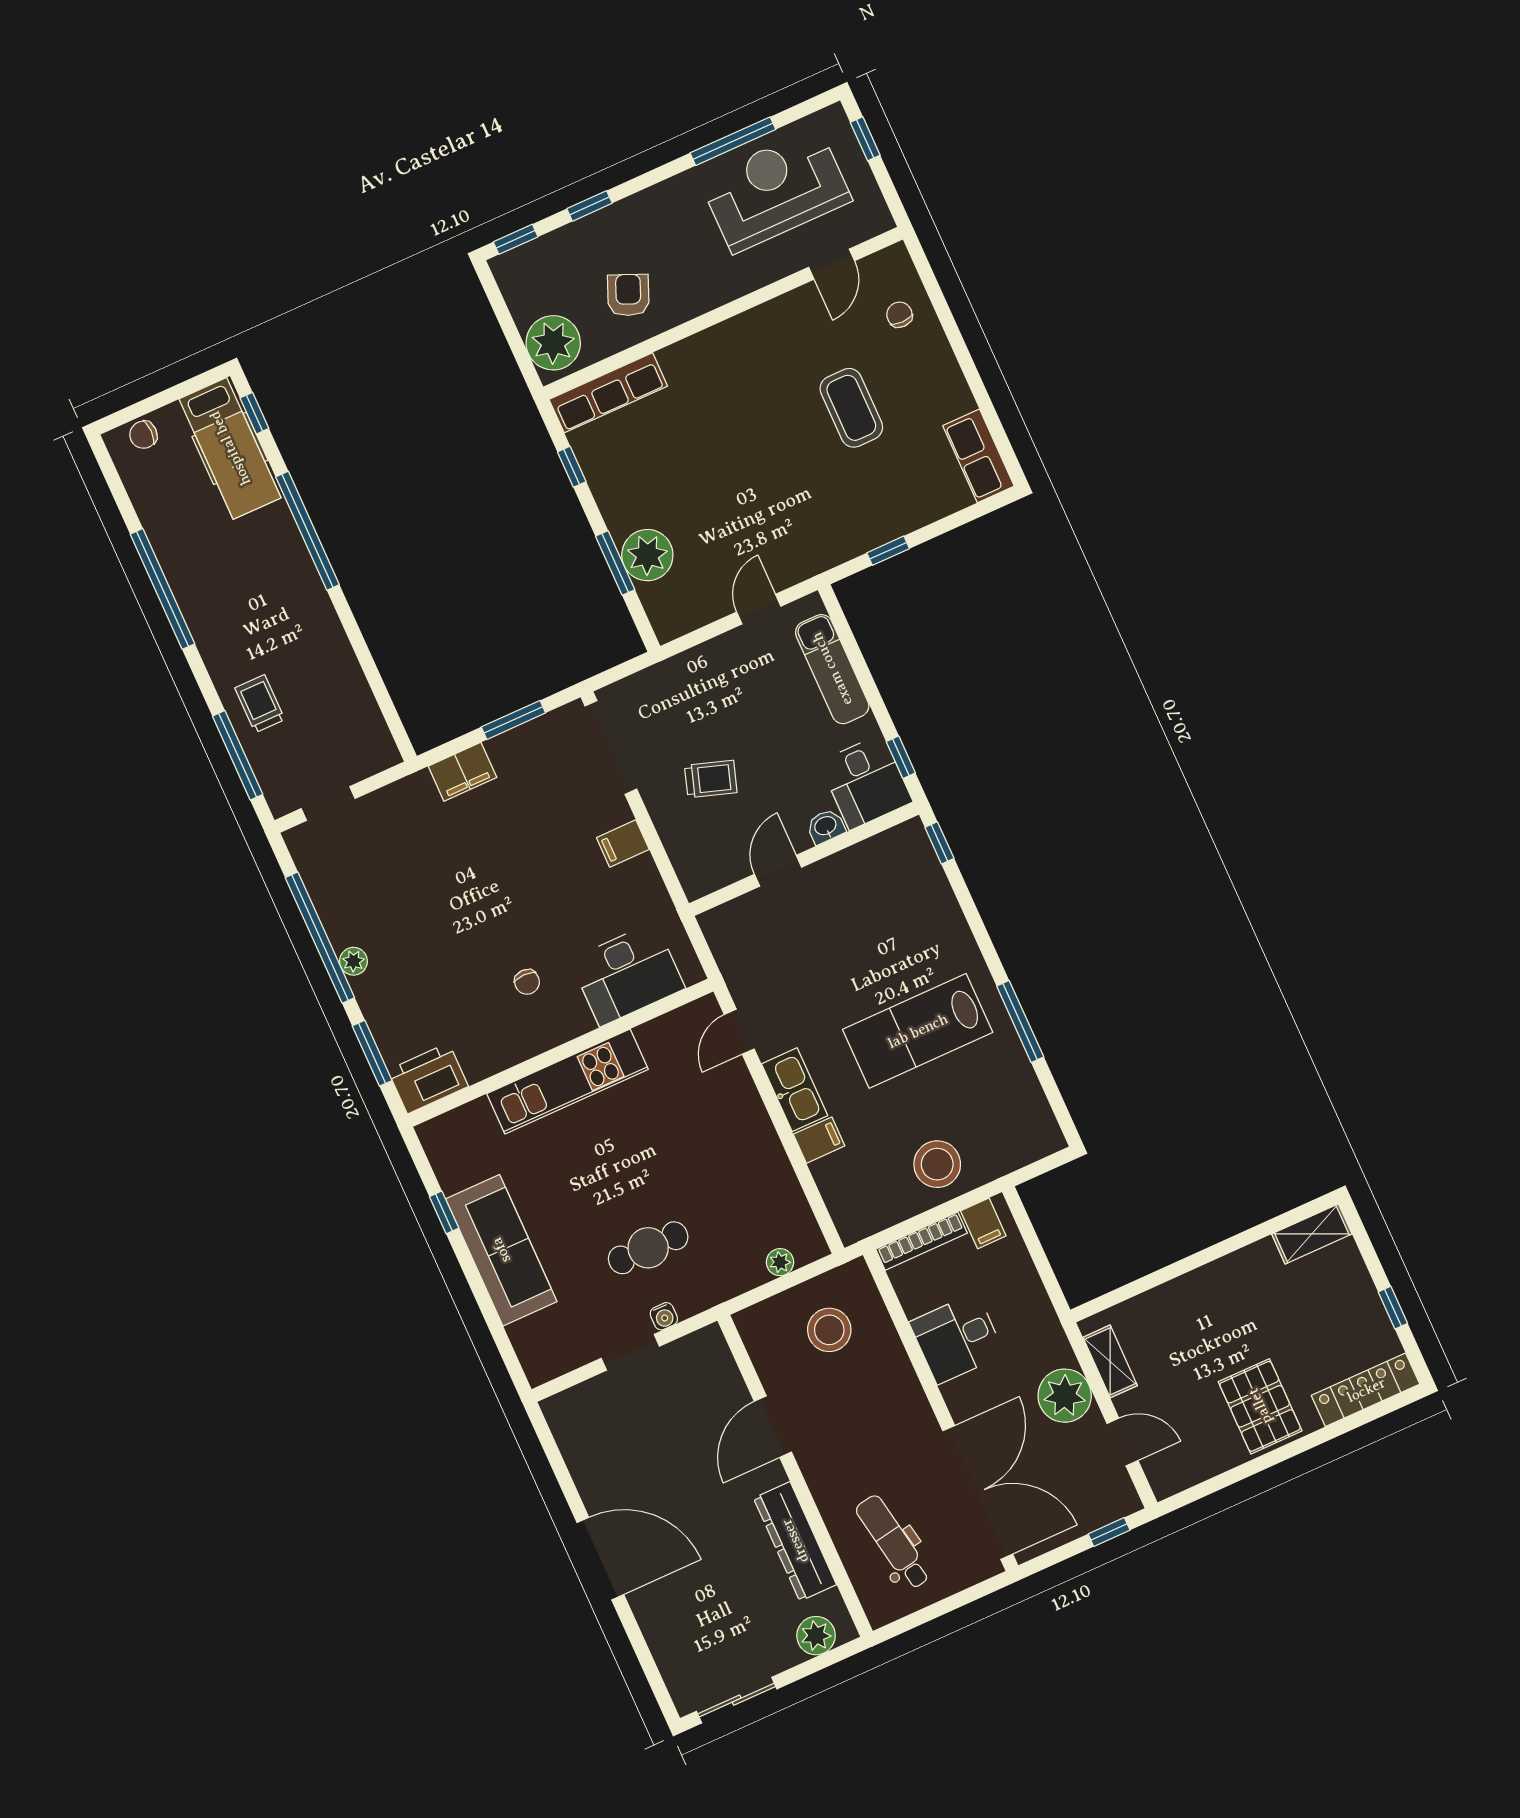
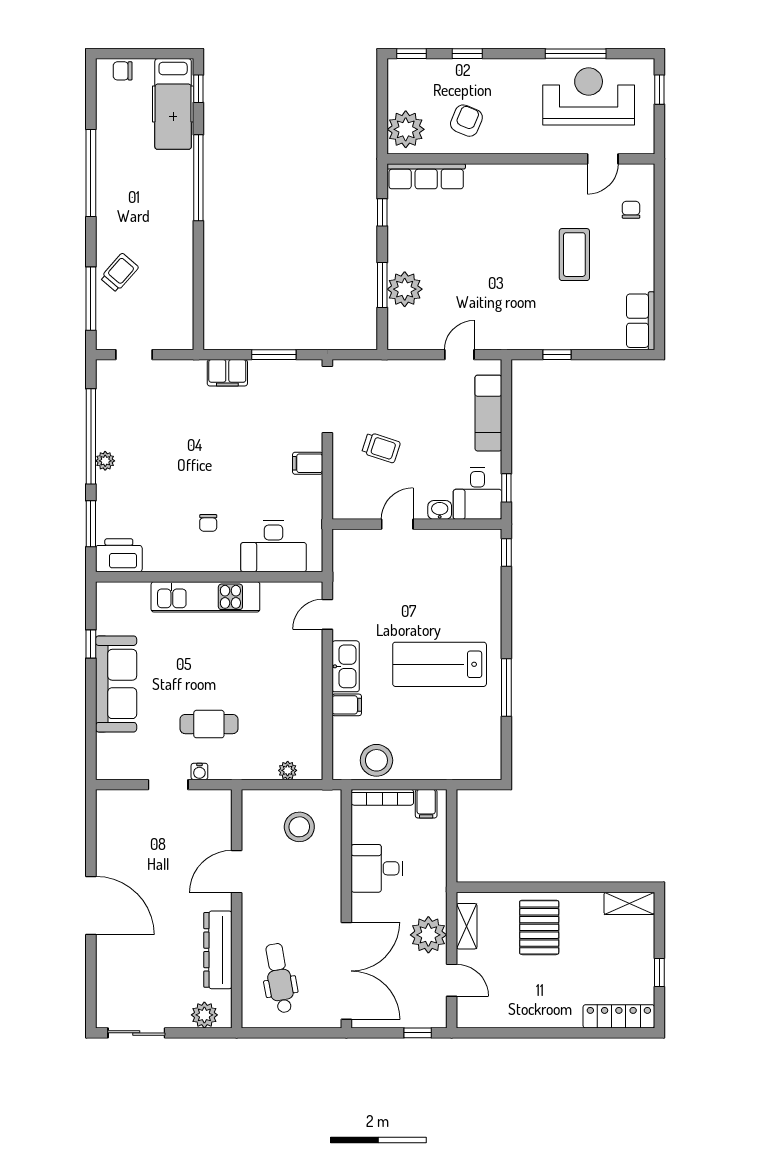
trolley: (260, 704) -> (119, 273), turned 41
stool: (937, 1164) -> (376, 760), moved
pallet: (1260, 1406) -> (539, 927), moved

